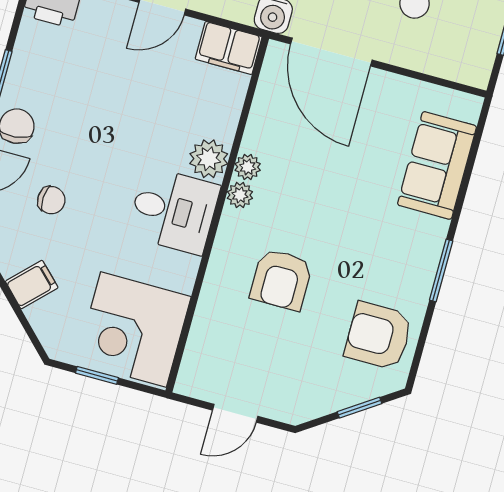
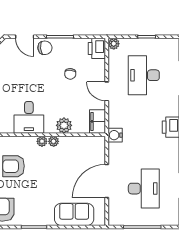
door: (331, 52) -> (107, 181), moved
plant: (209, 159) -> (64, 125), moved
chair: (51, 200) -> (70, 74), moved

